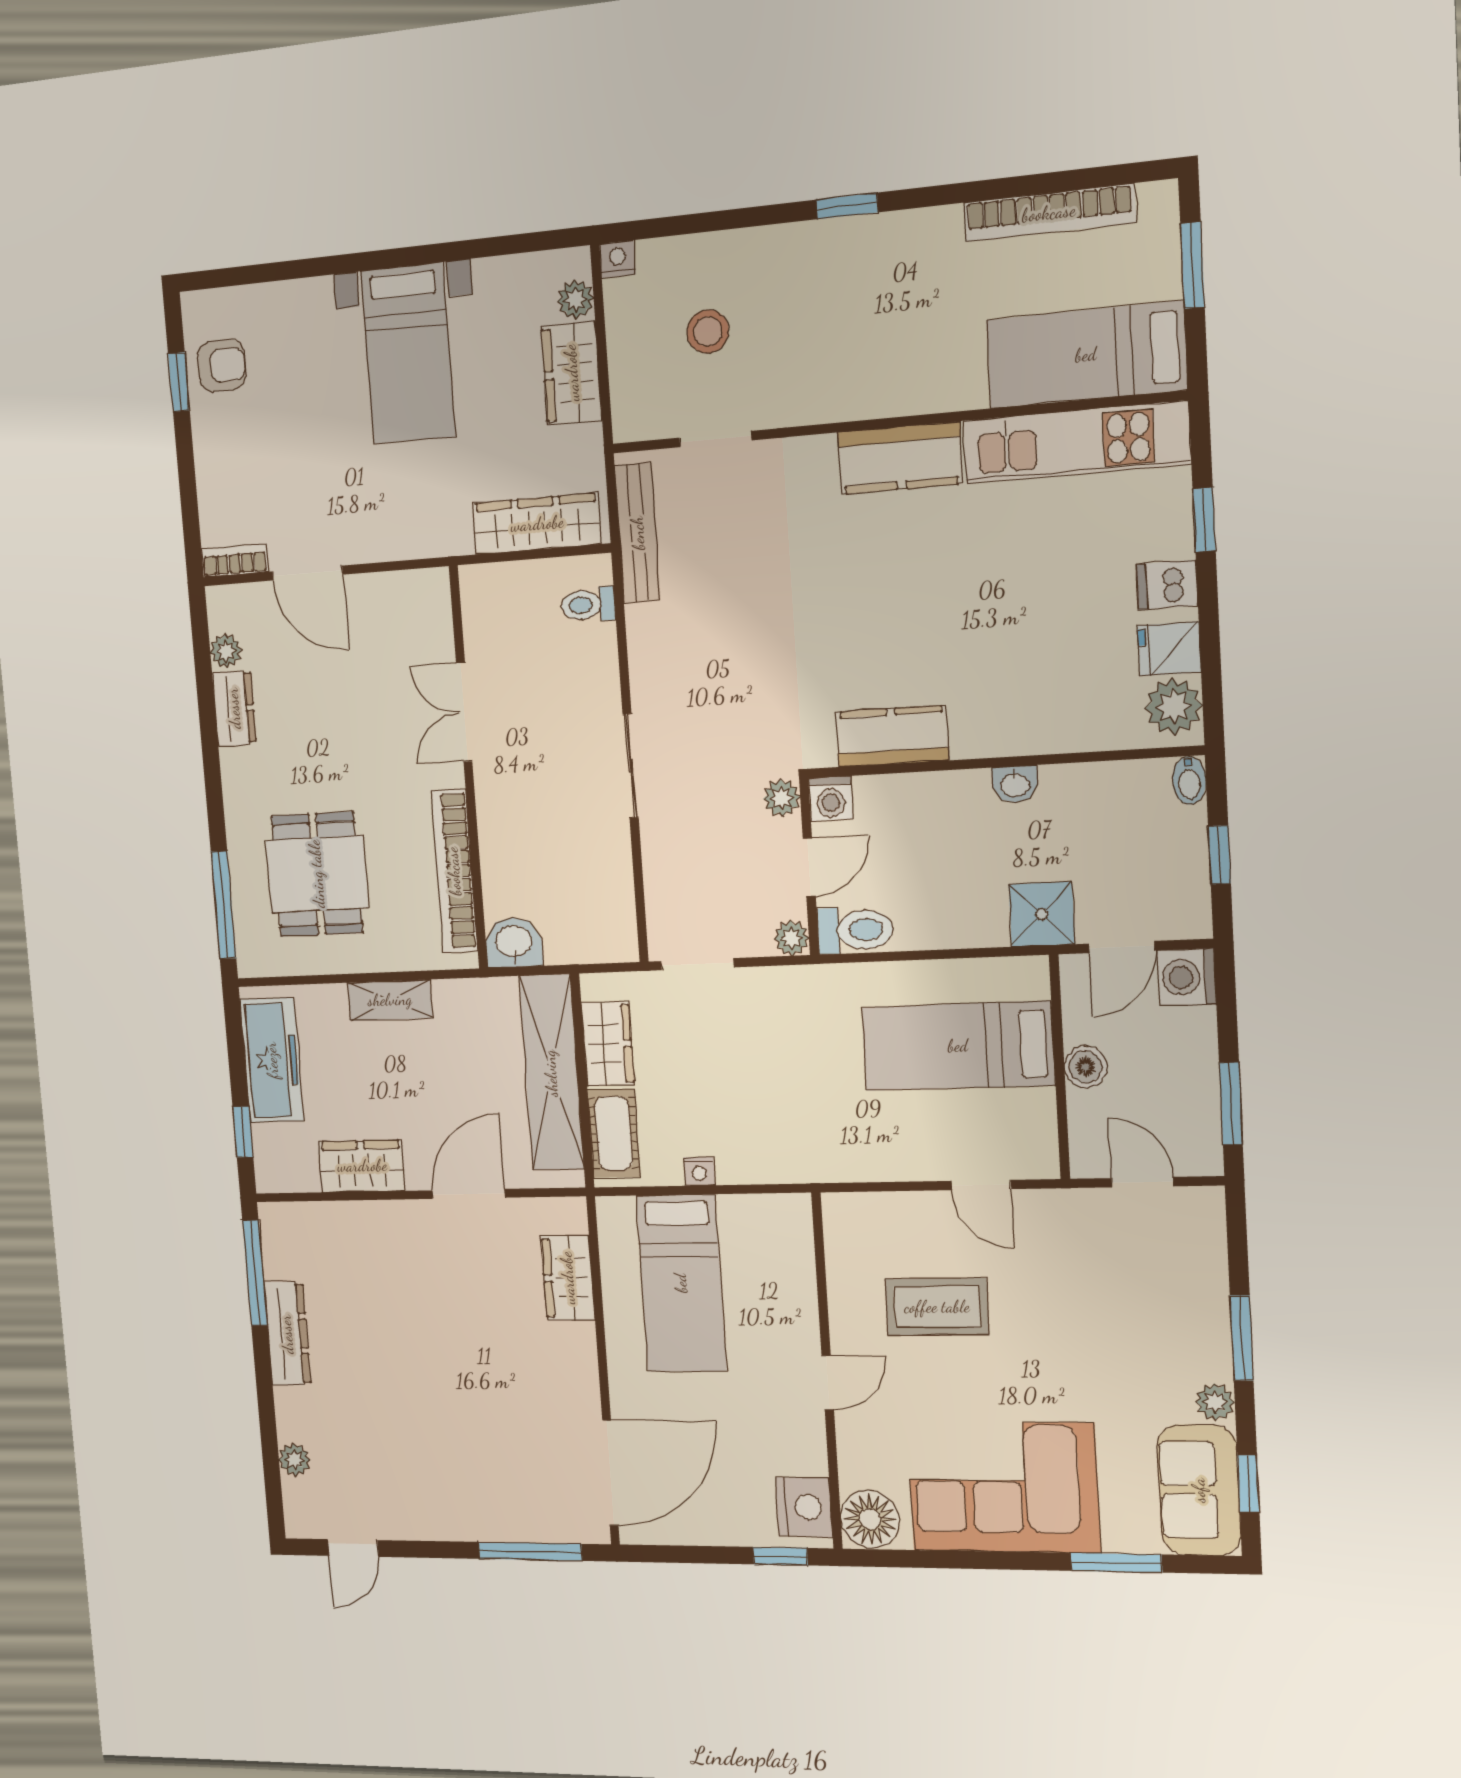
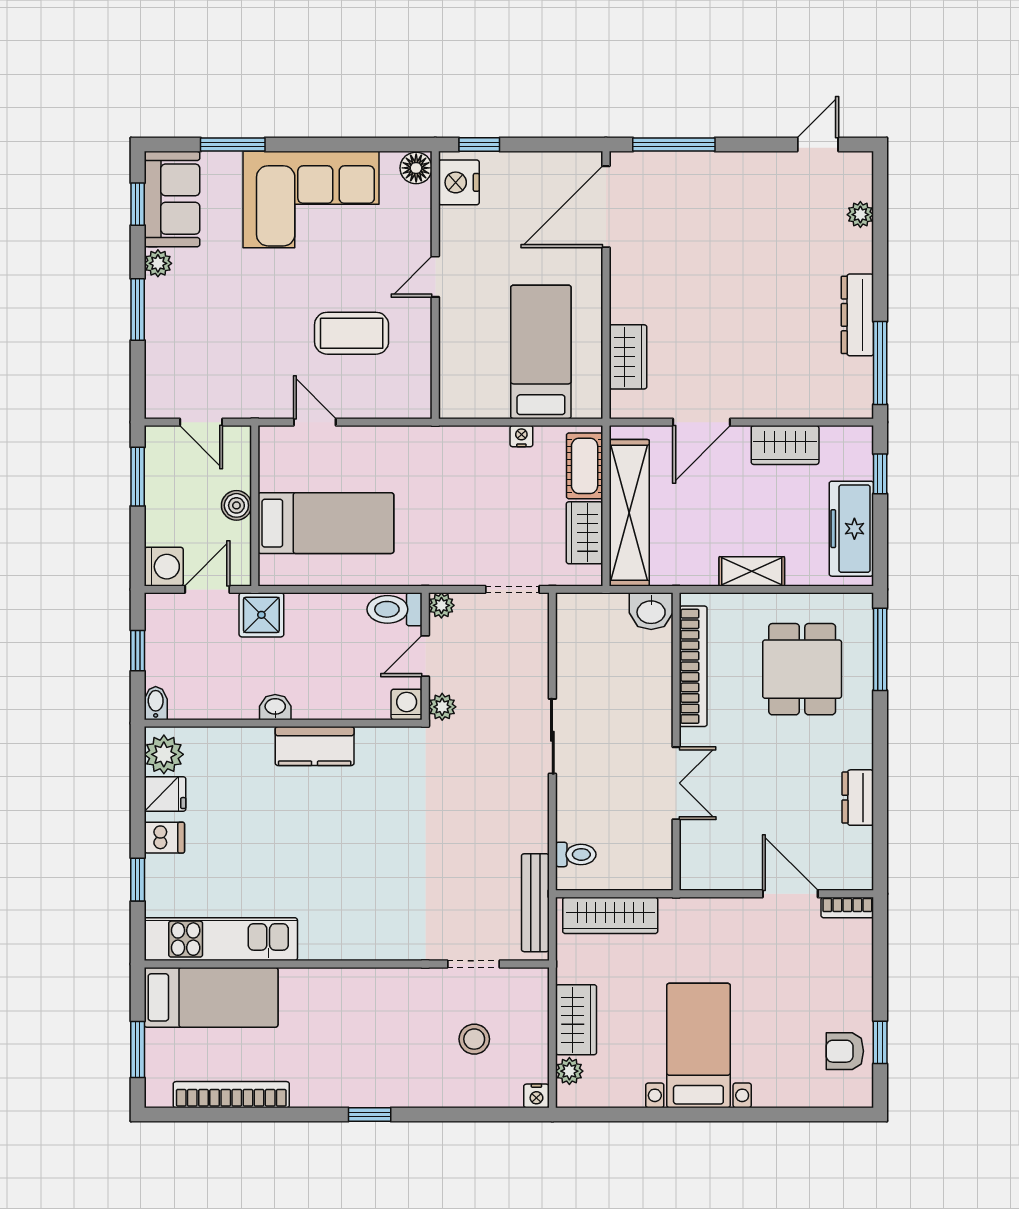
kitchen counter: (900, 458) -> (343, 939), removed
plant: (226, 651) -> (861, 841), removed
kitchen counter: (892, 736) -> (315, 746), moved
floor lamp: (870, 1519) -> (416, 168), width x0.73, depth x0.73

